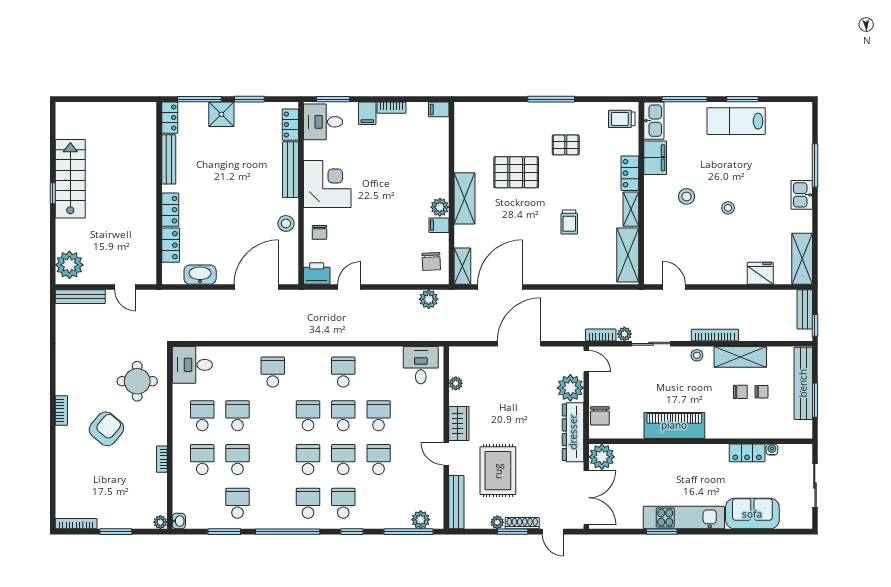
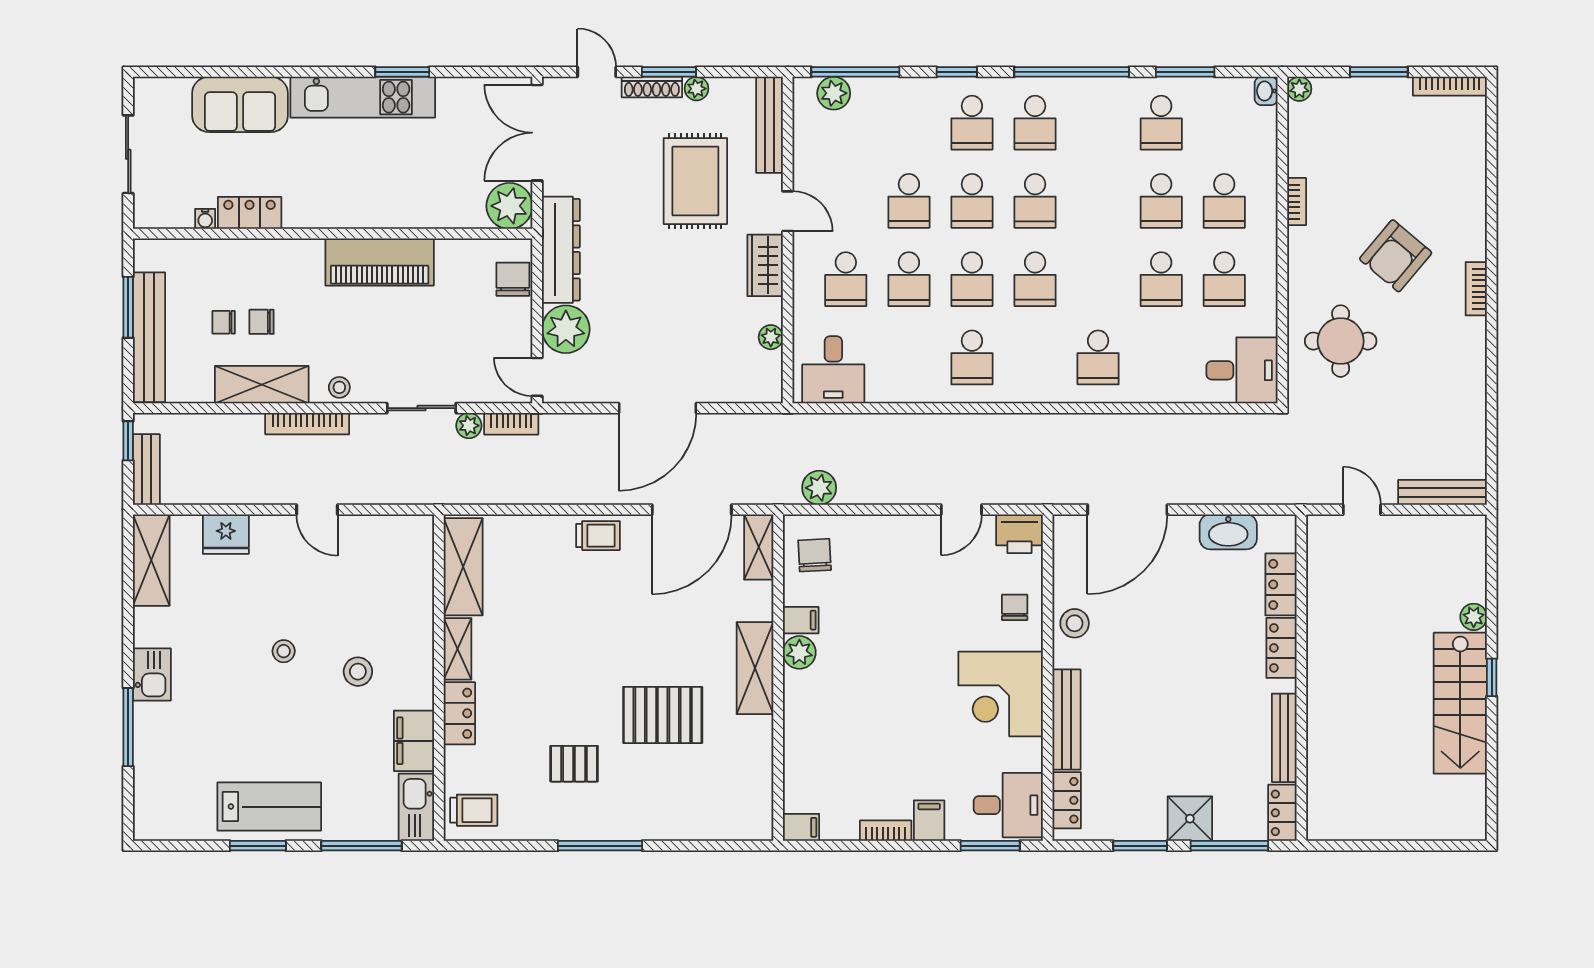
trolley: (569, 222) -> (598, 536), moved, turned 90
plant: (69, 265) -> (1474, 617), moved, width x0.53, depth x0.53
door: (674, 287) -> (317, 510), moved
school desk: (414, 416) -> (846, 279), added

